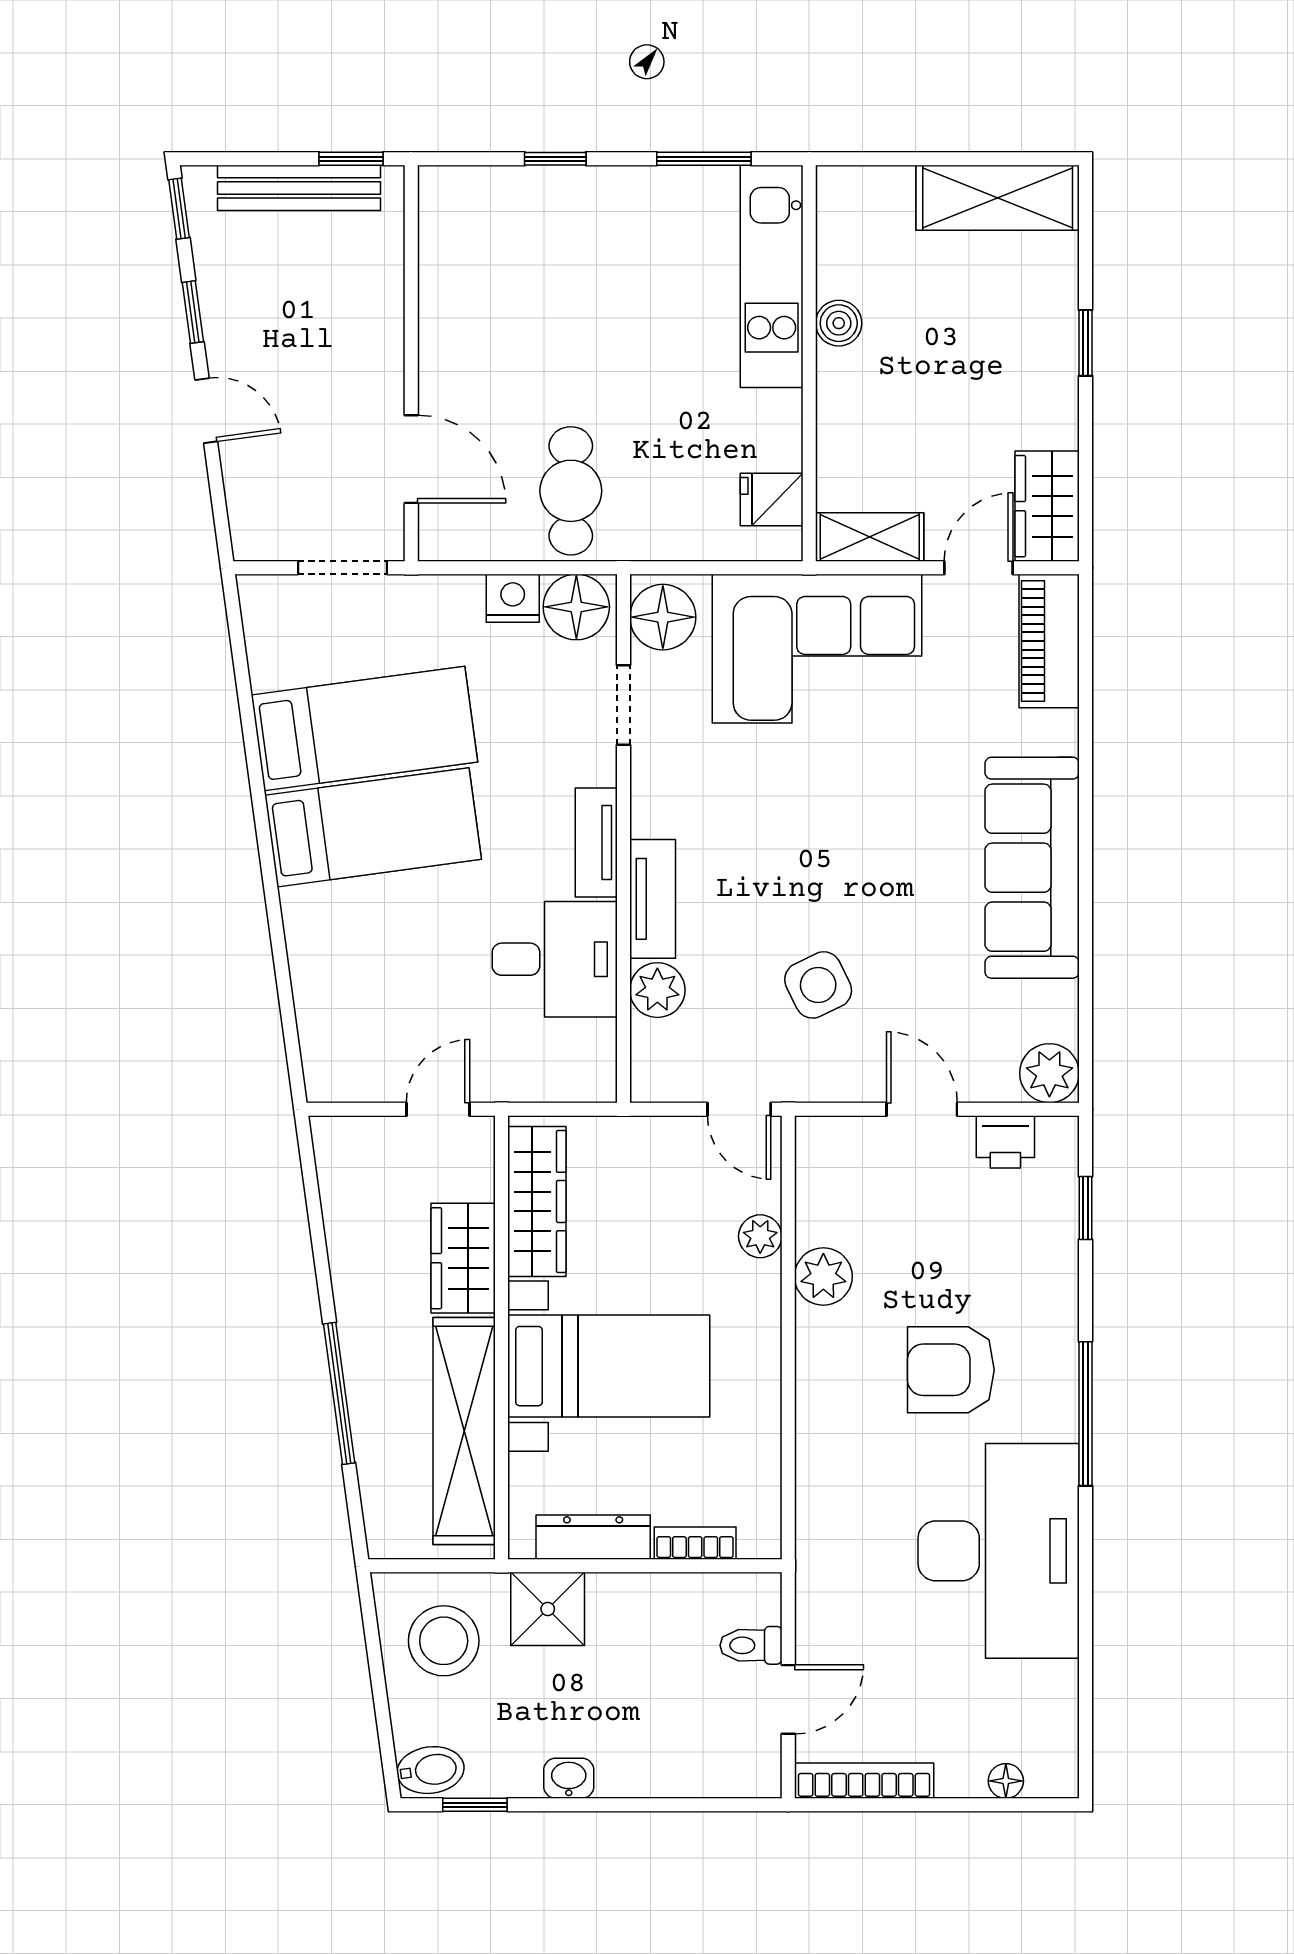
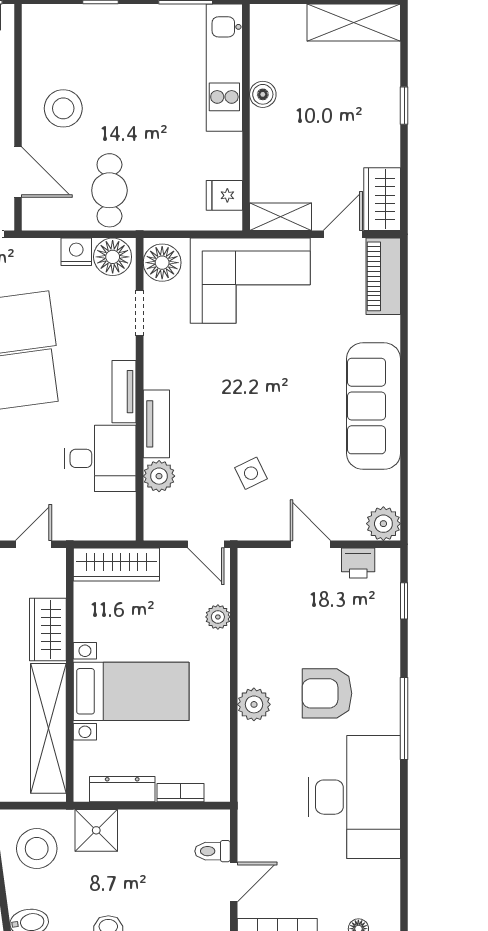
stool: (490, 348) -> (63, 108), added
side table: (818, 985) -> (251, 473), width x0.73, depth x0.73
wardrobe: (537, 1201) -> (116, 565), moved, turned 90
plant: (823, 1277) -> (254, 704), moved

